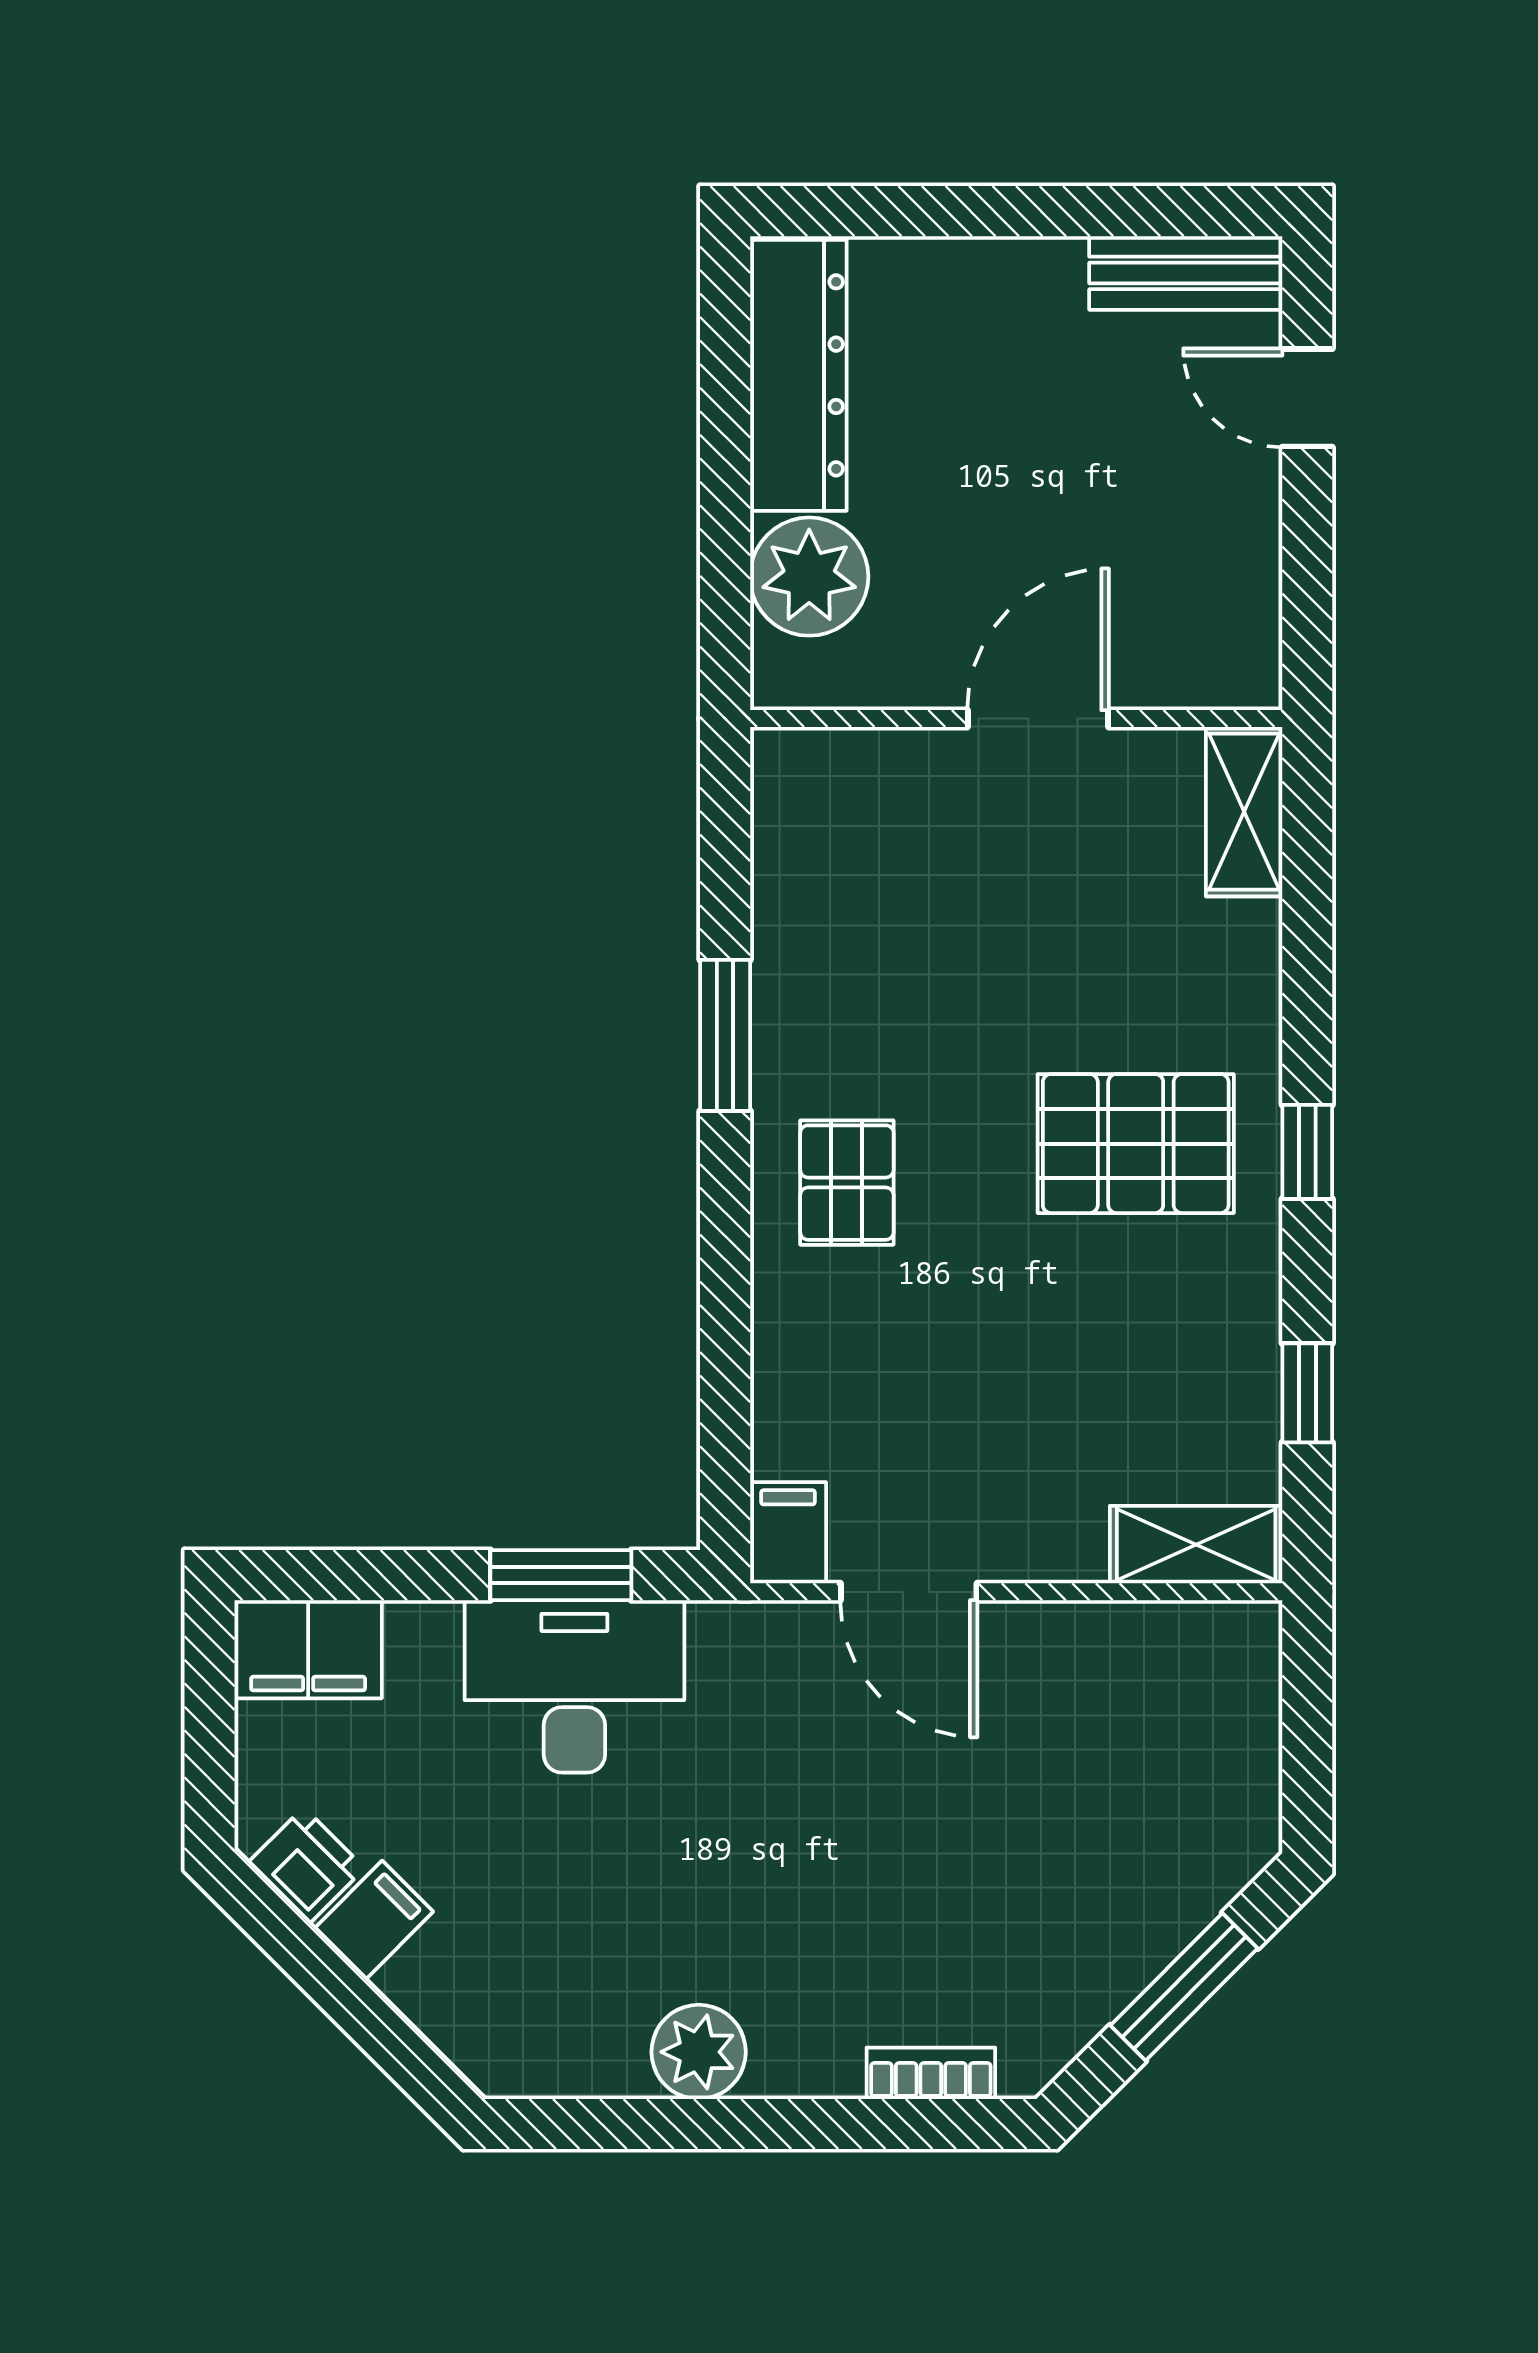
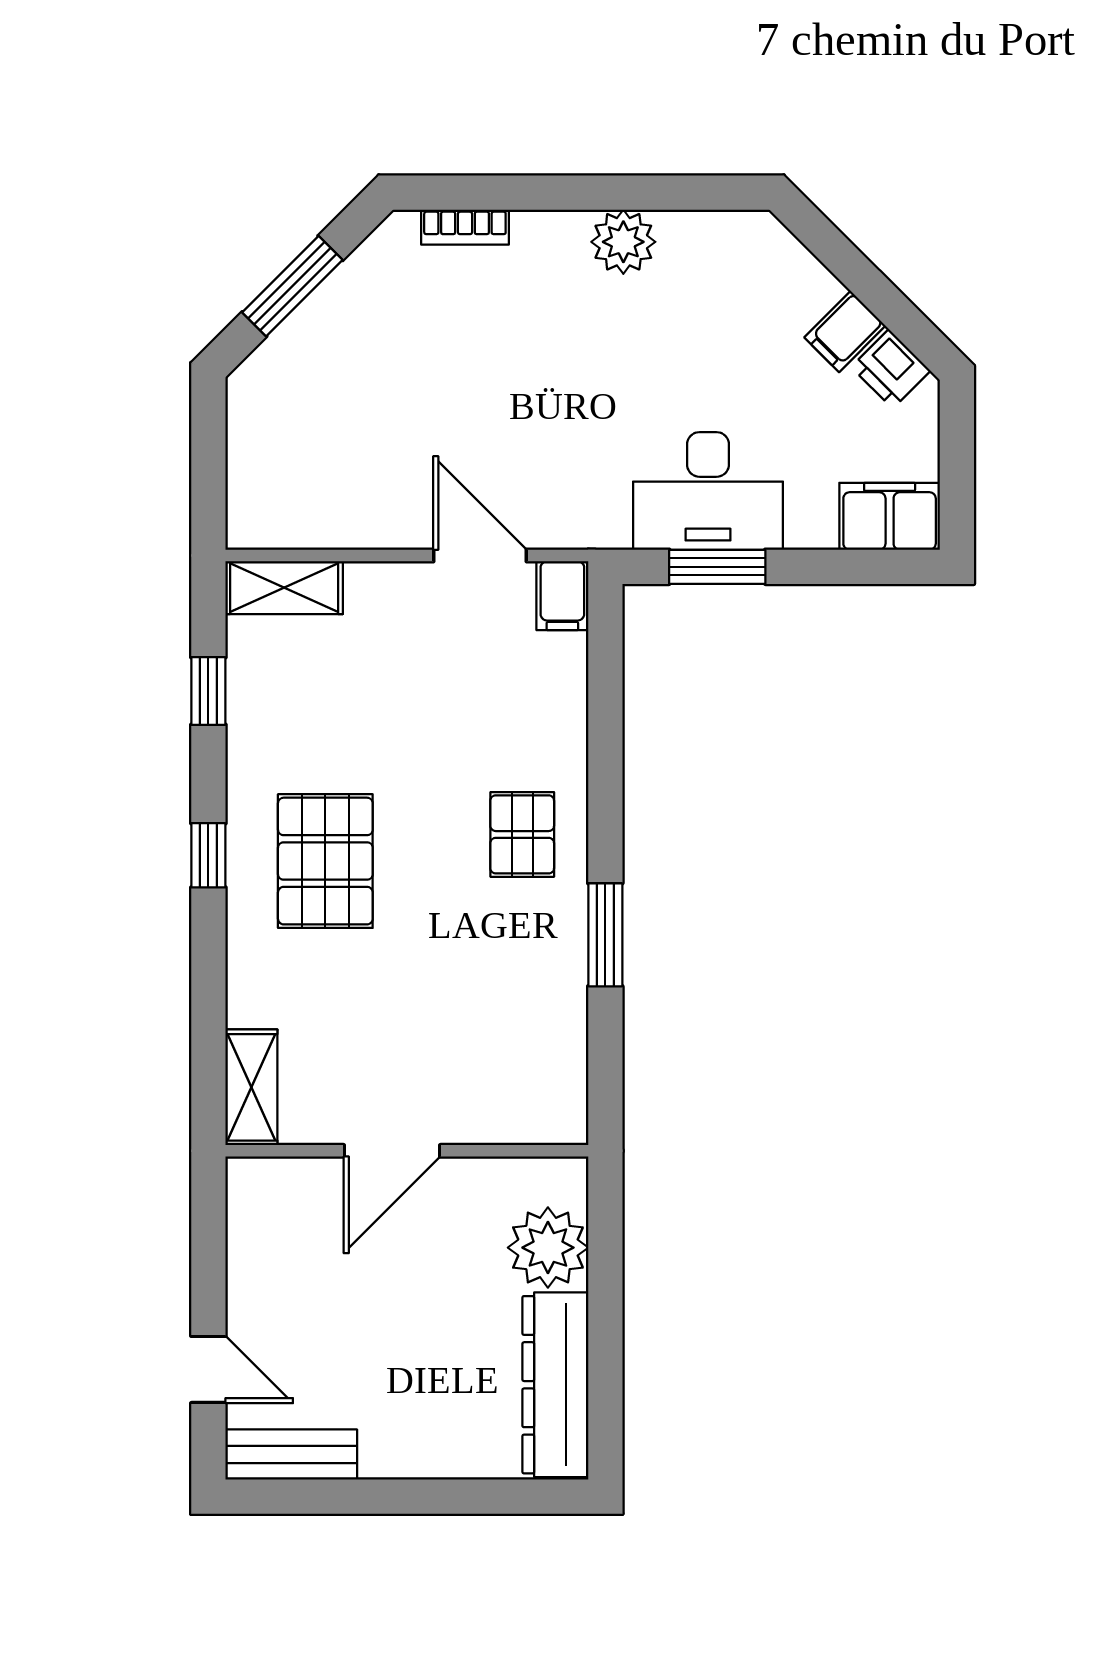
pallet: (1136, 1144) -> (325, 861), turned 90

